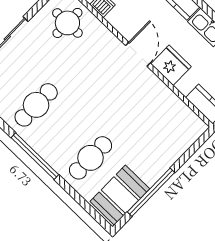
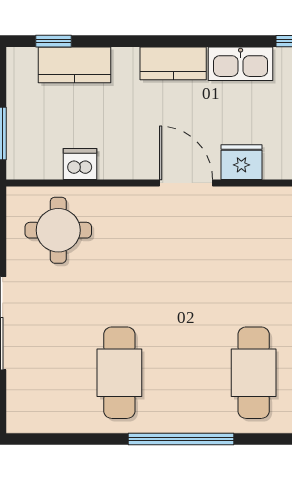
fridge: (171, 65) -> (241, 162), width x0.73, depth x0.75

